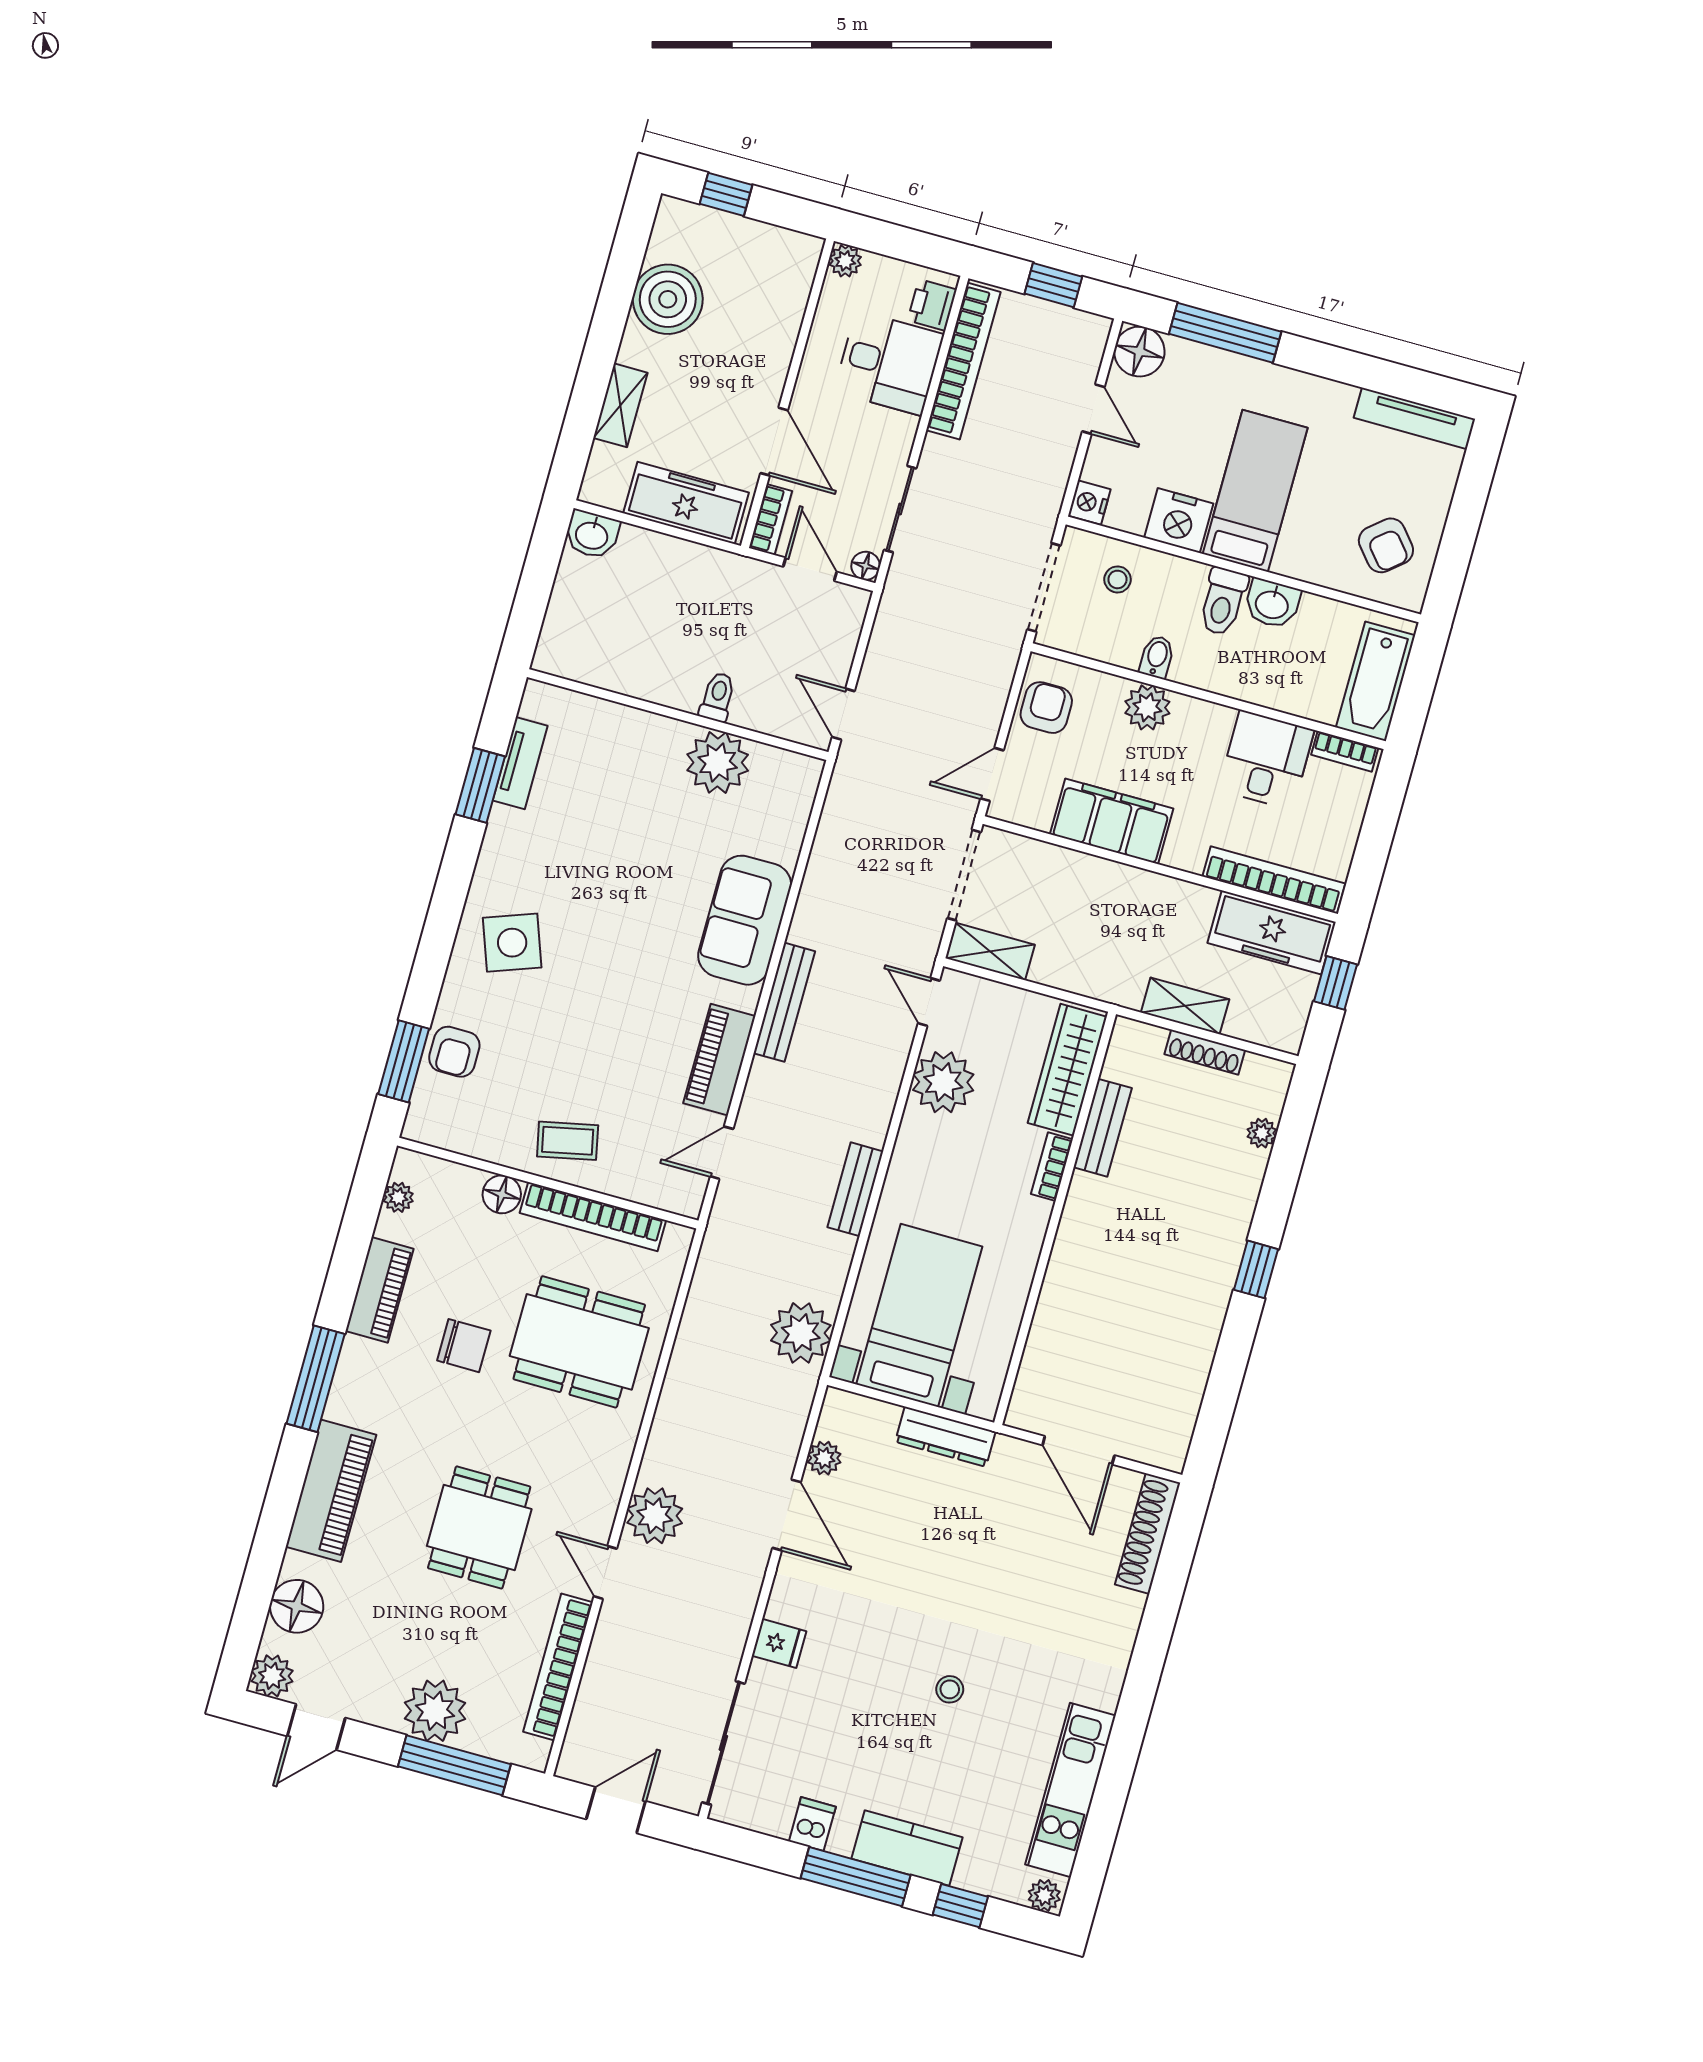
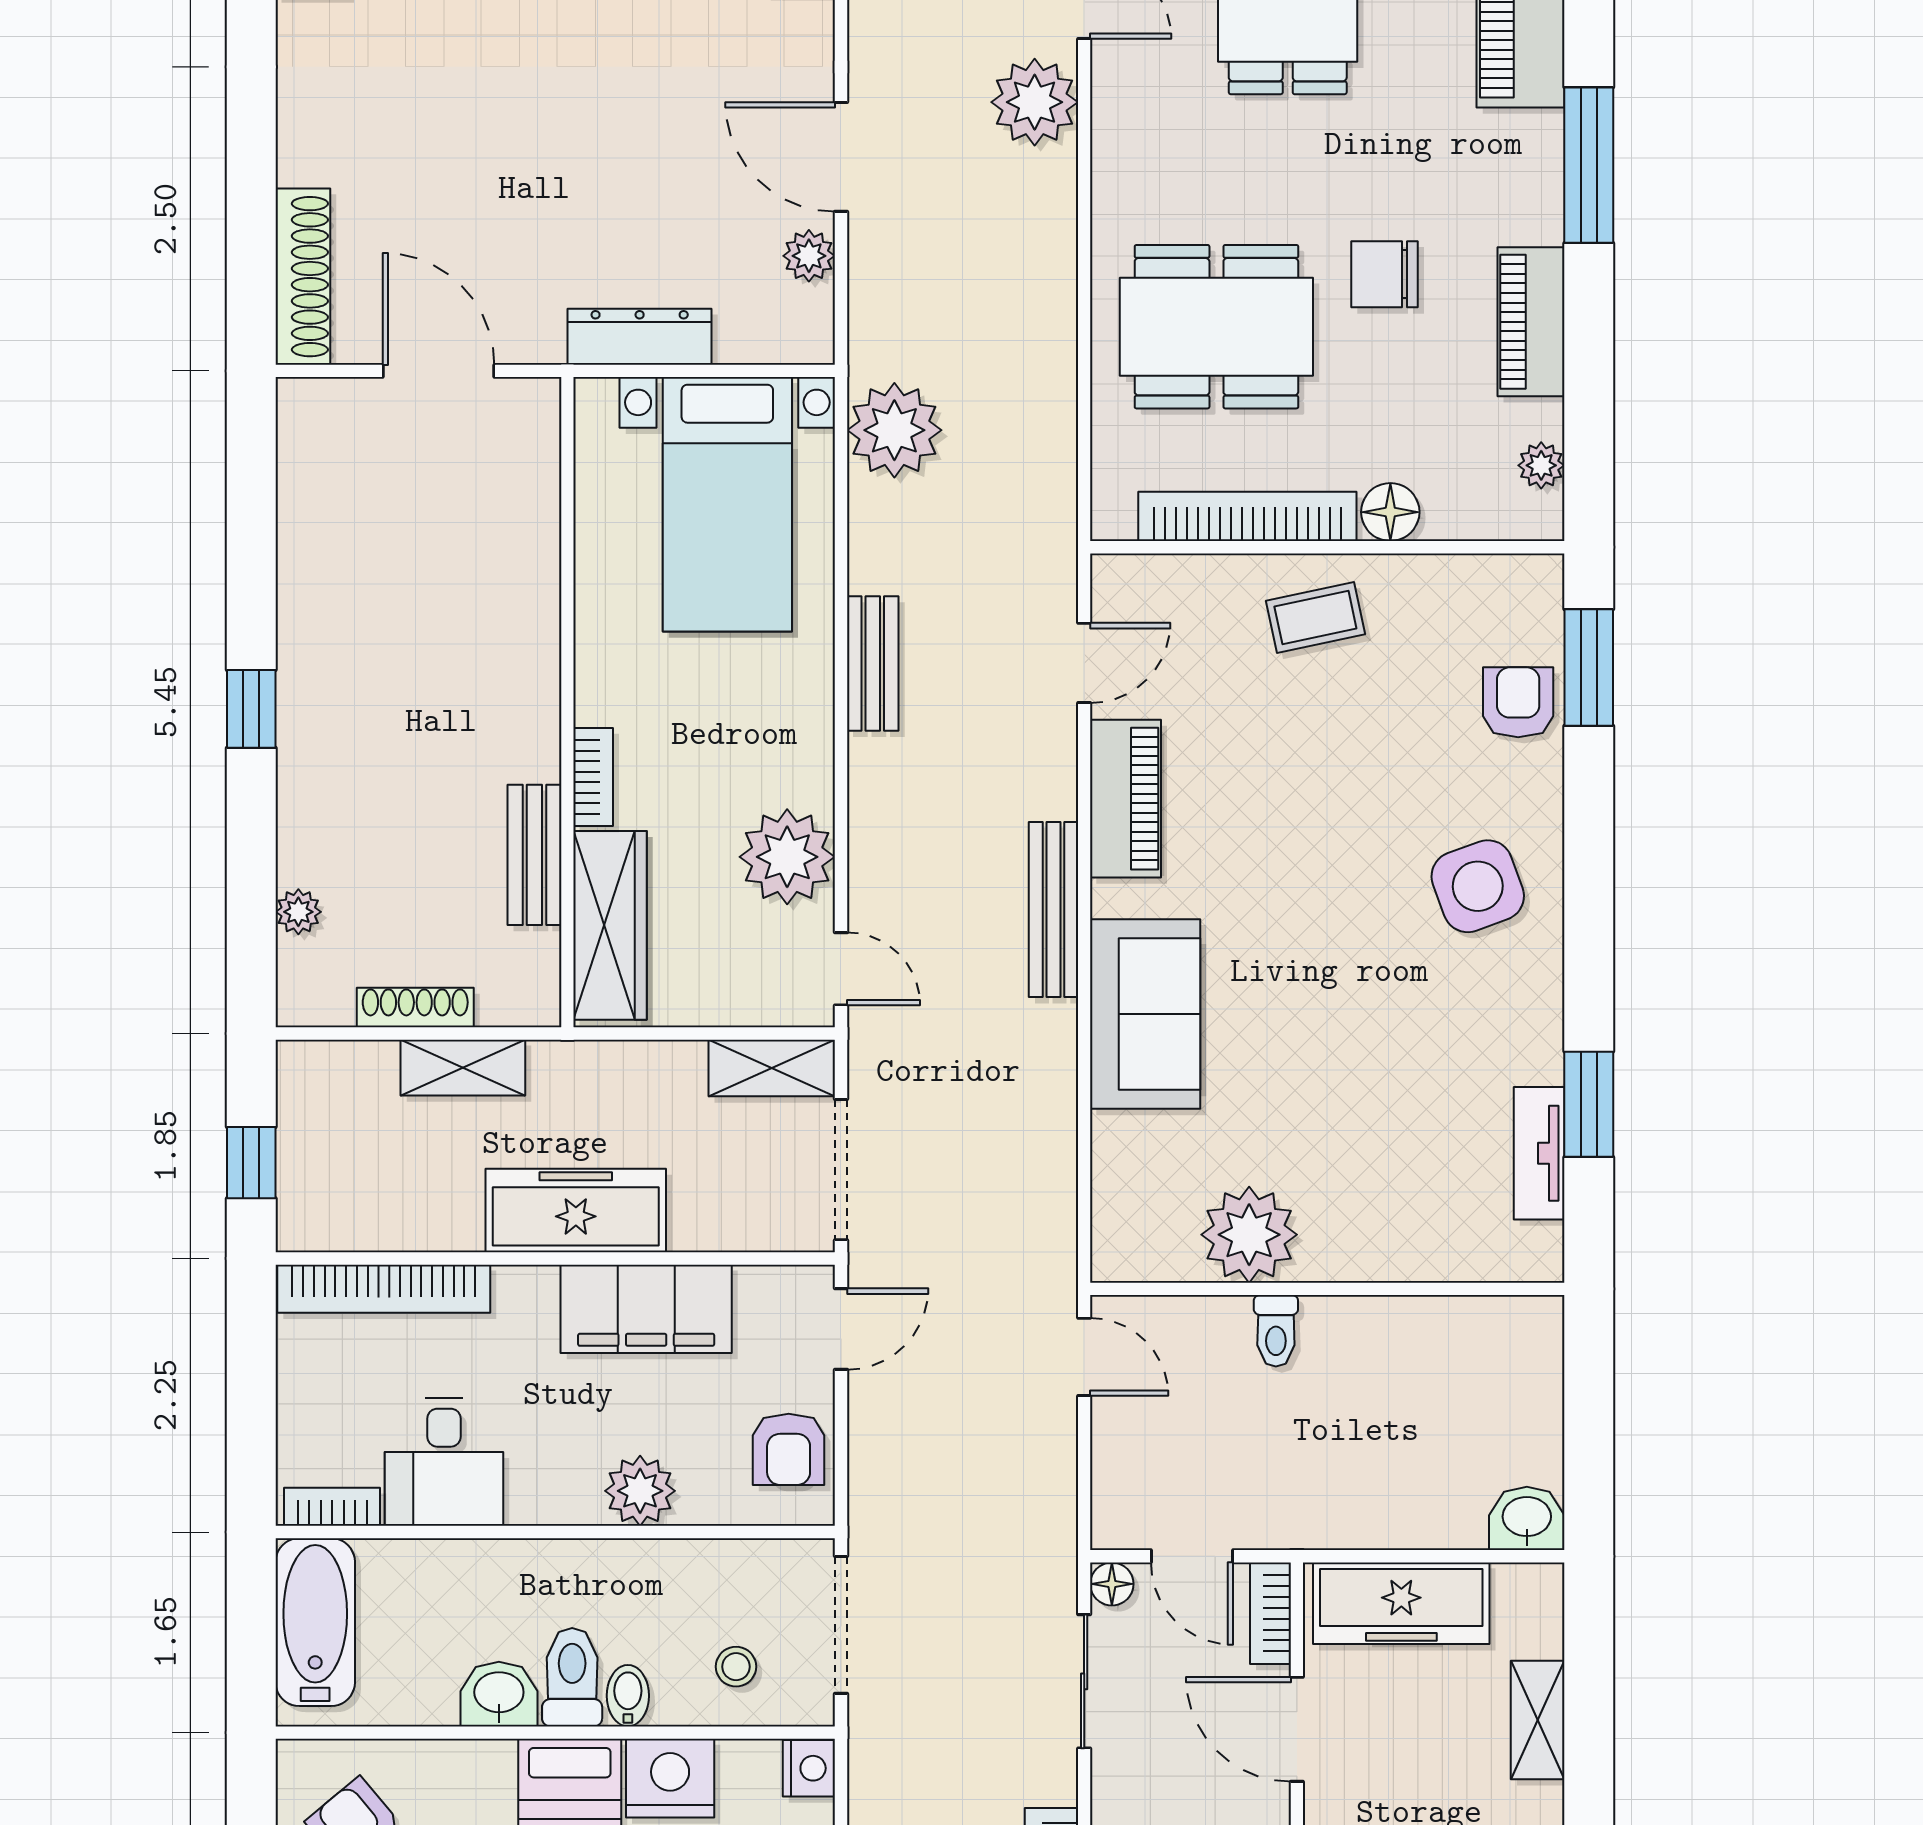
bidet: (1157, 657) -> (628, 1696), moved, turned 180
freezer: (1272, 933) -> (576, 1211), moved

